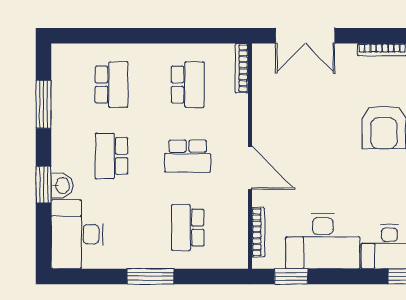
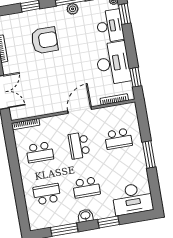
school desk: (188, 85) -> (40, 152), turned 180
school desk: (188, 156) -> (79, 145), turned 180
washbasin: (62, 186) -> (85, 216), moved

